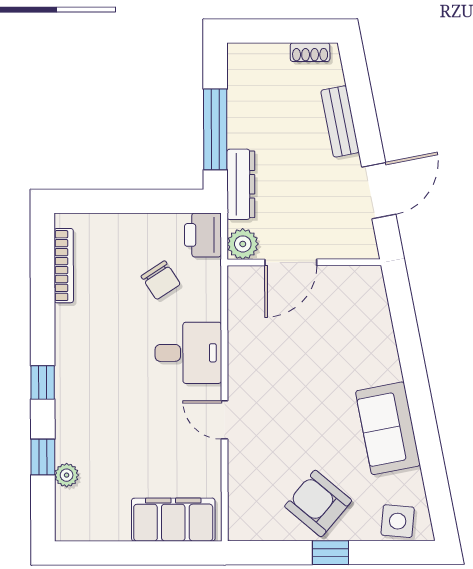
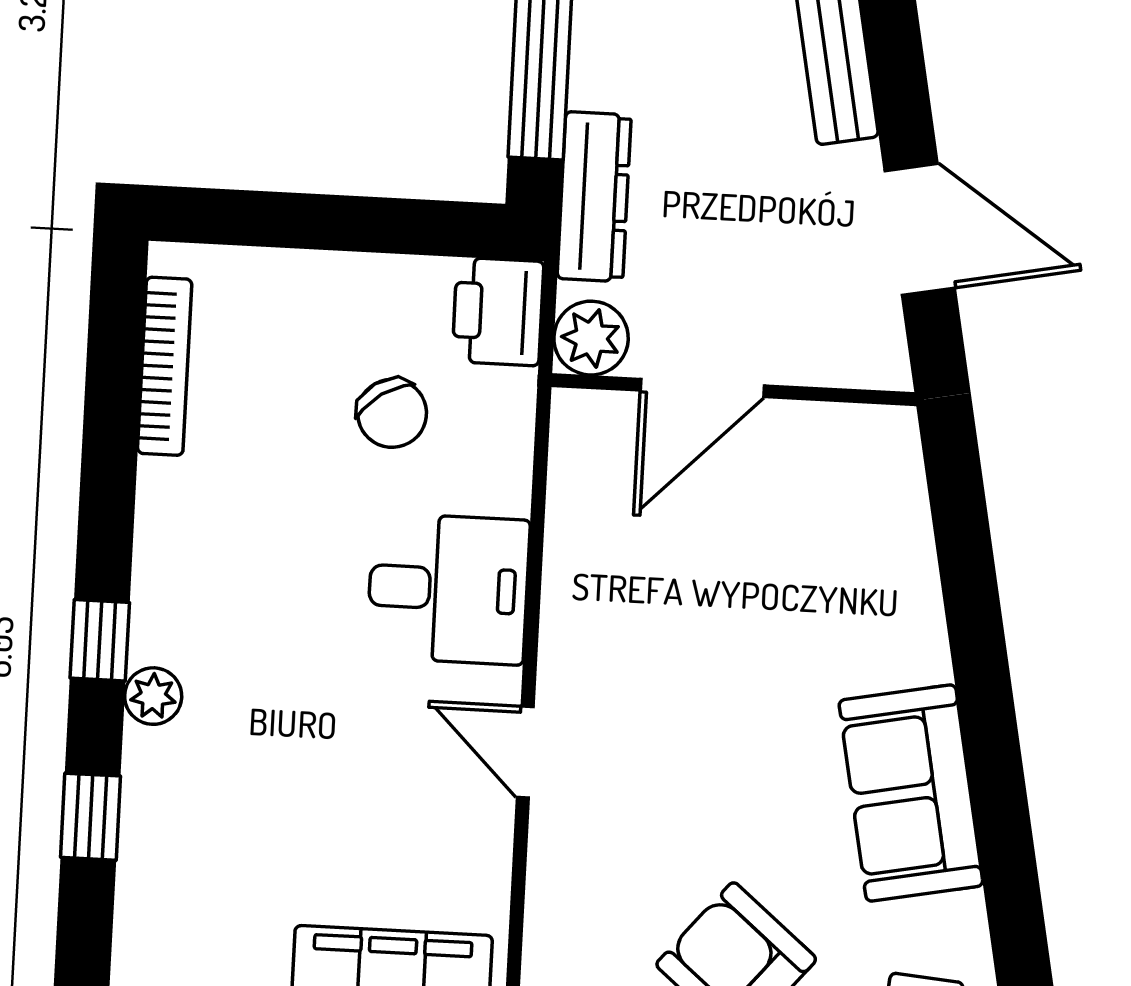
door: (379, 191) -> (920, 229), hinge flipped
plant: (67, 475) -> (153, 696), moved

